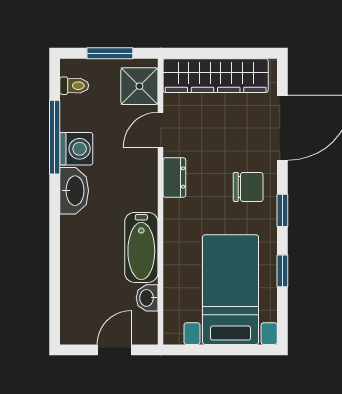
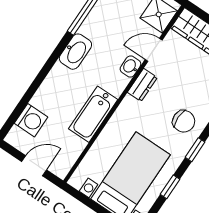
washing machine: (76, 149) -> (31, 120), moved
washbasin: (147, 298) -> (130, 67), moved

